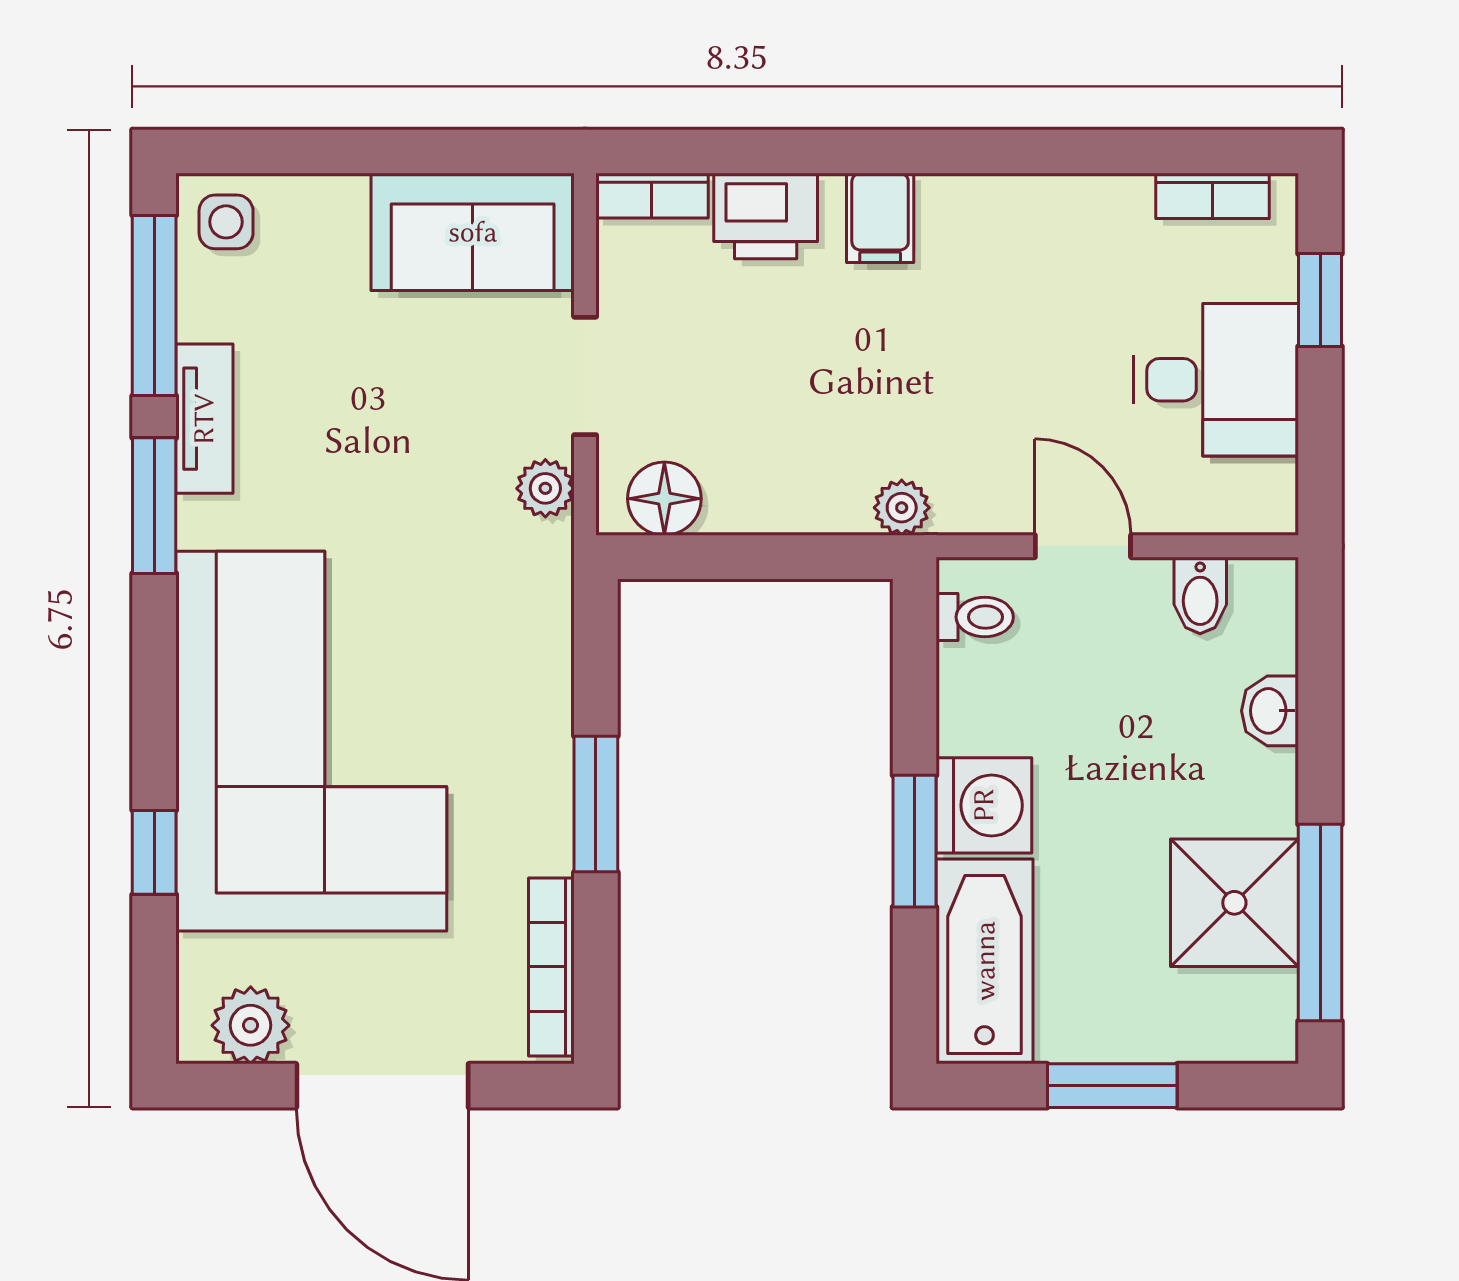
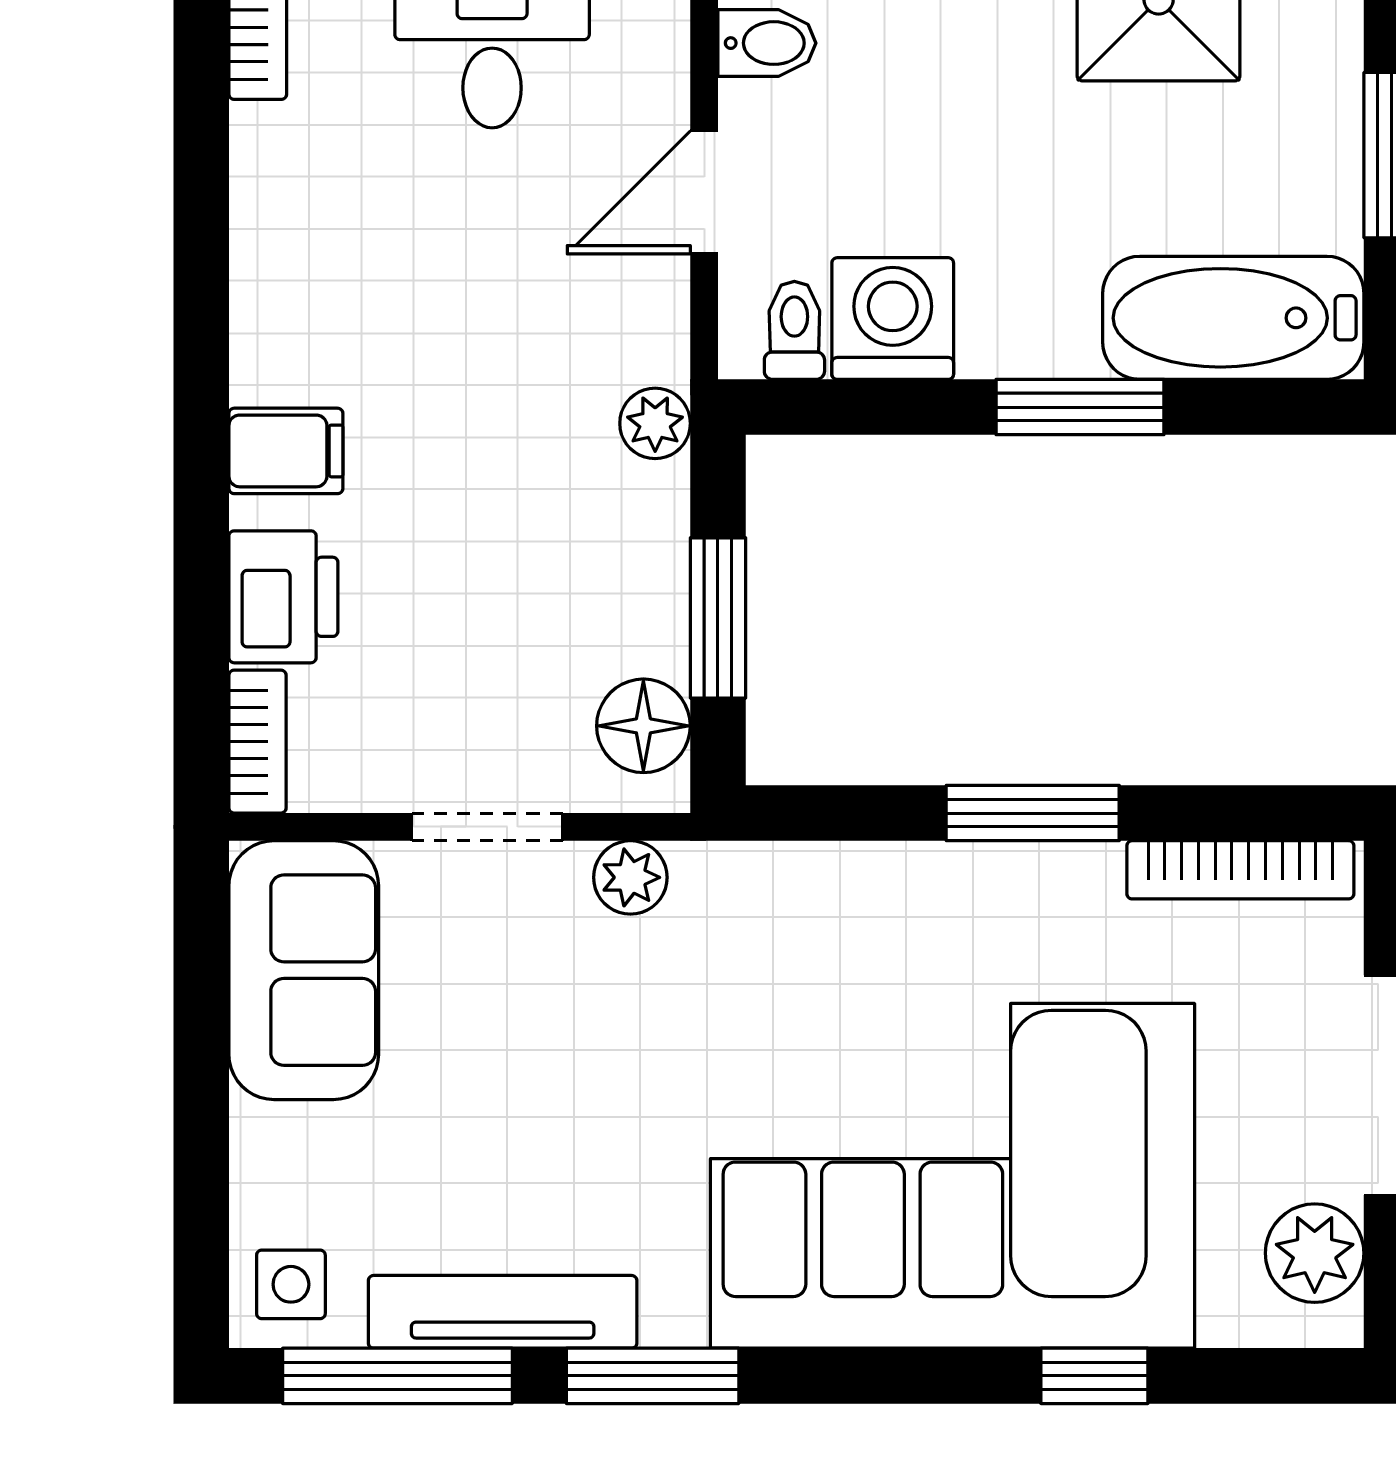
tv unit: (204, 419) -> (503, 1312), width x1.41
window: (749, 557) -> (718, 618), added
washing machine: (984, 805) -> (893, 319), moved

